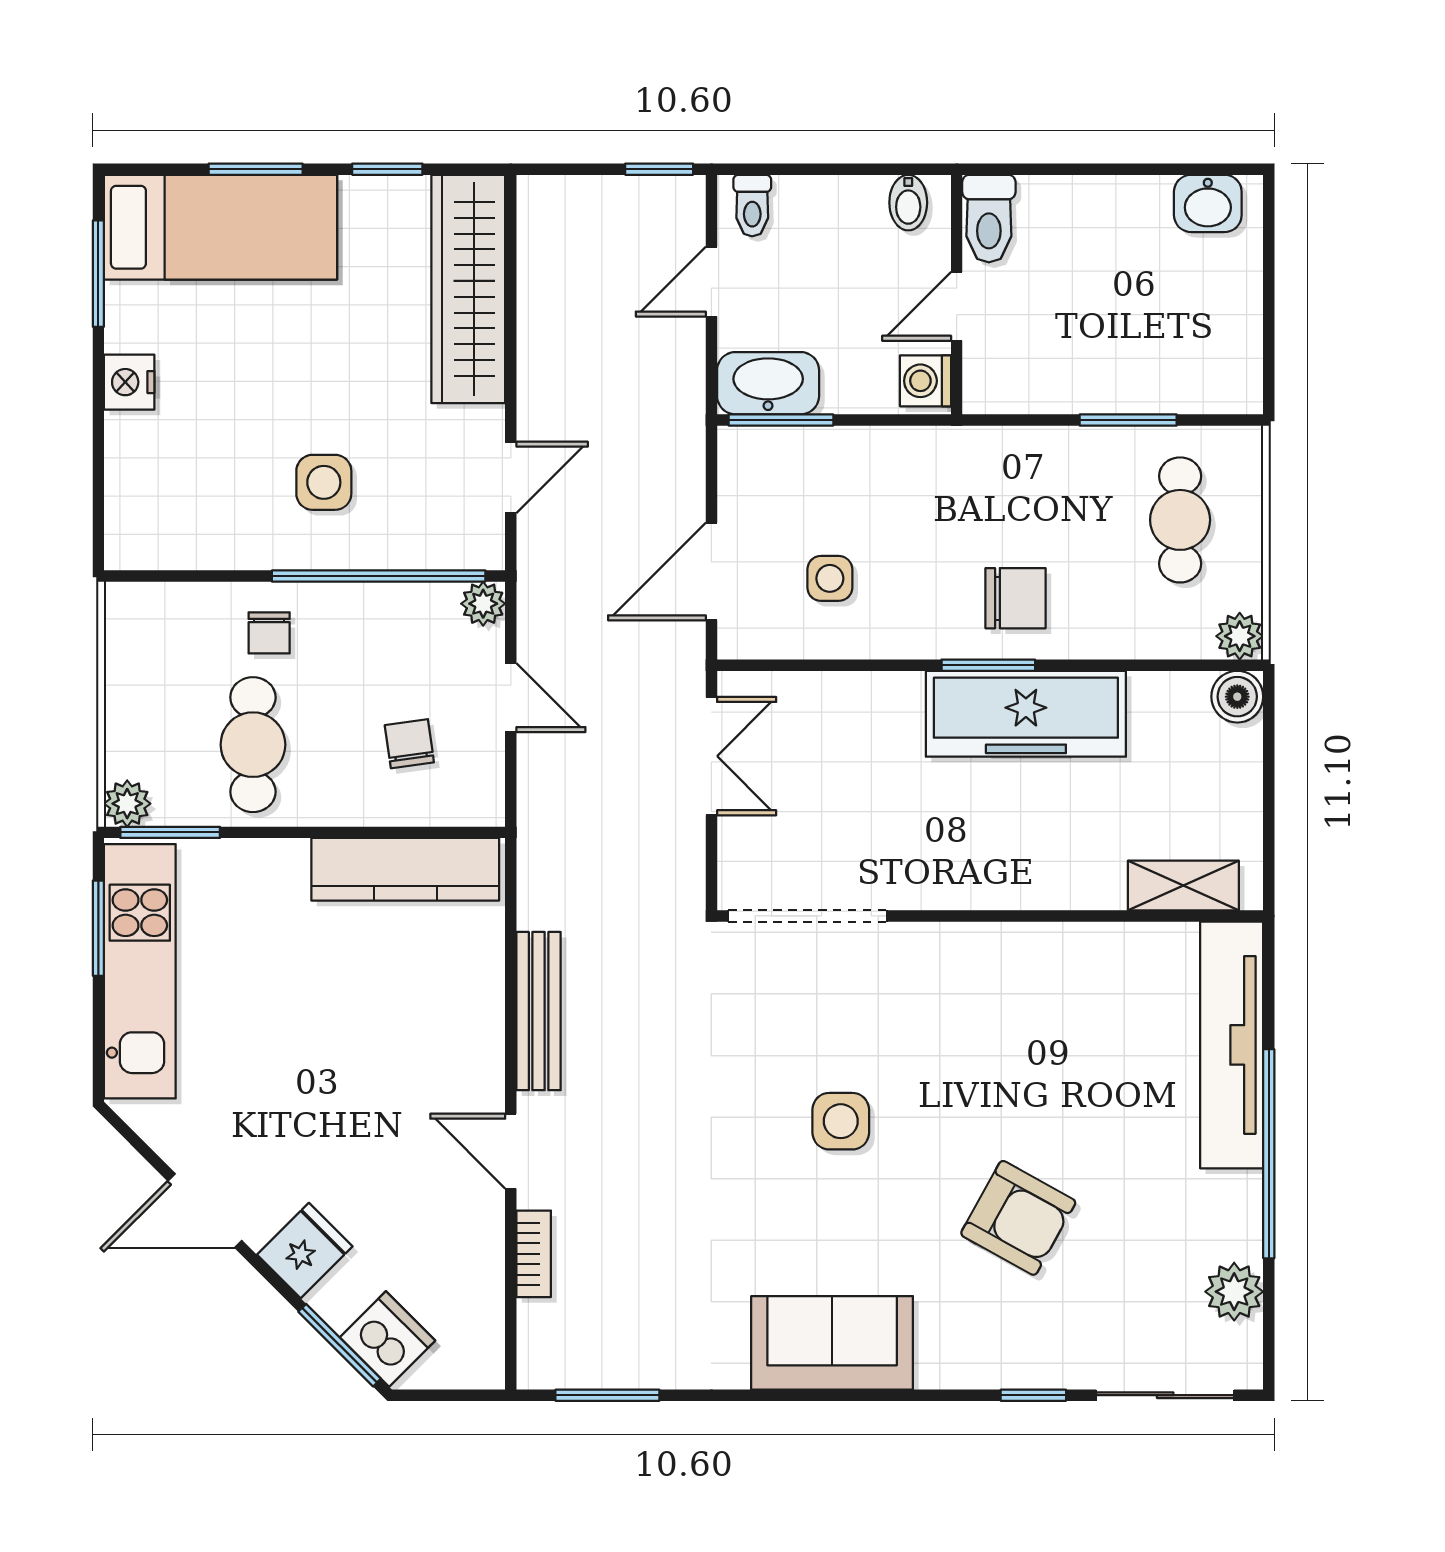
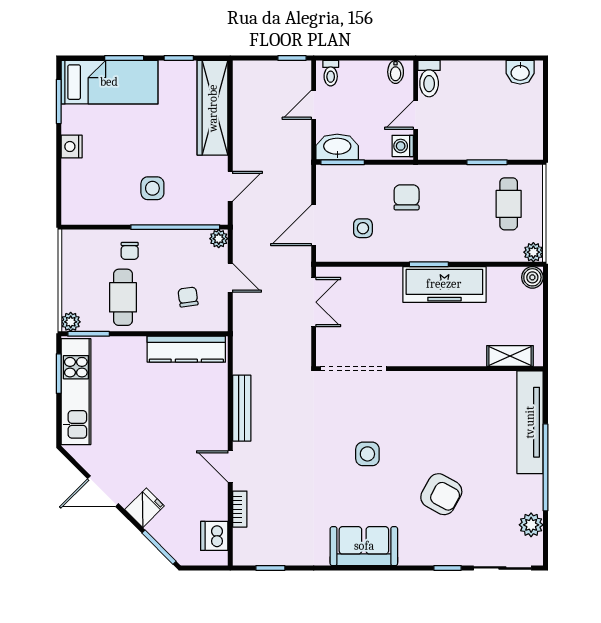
chair: (1015, 598) -> (407, 197), moved, turned -90
dishwasher: (387, 1339) -> (214, 536), moved, turned -135
window: (607, 1395) -> (270, 568), width x0.67

